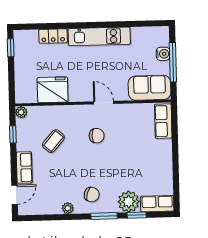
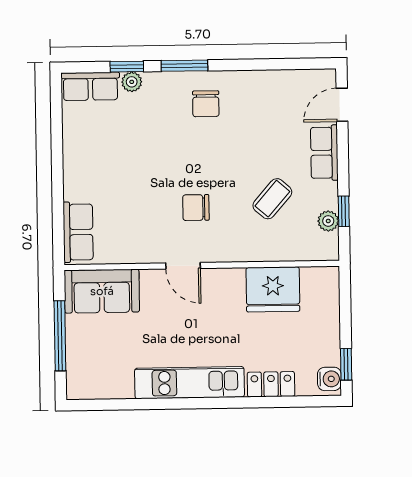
water cooler: (163, 54) -> (329, 379), moved, turned 180
plant: (21, 112) -> (328, 221), moved
chair: (92, 195) -> (206, 104), turned -106
plant: (129, 202) -> (132, 82), width x0.53, depth x0.53
plant: (68, 208) -> (248, 80), removed

